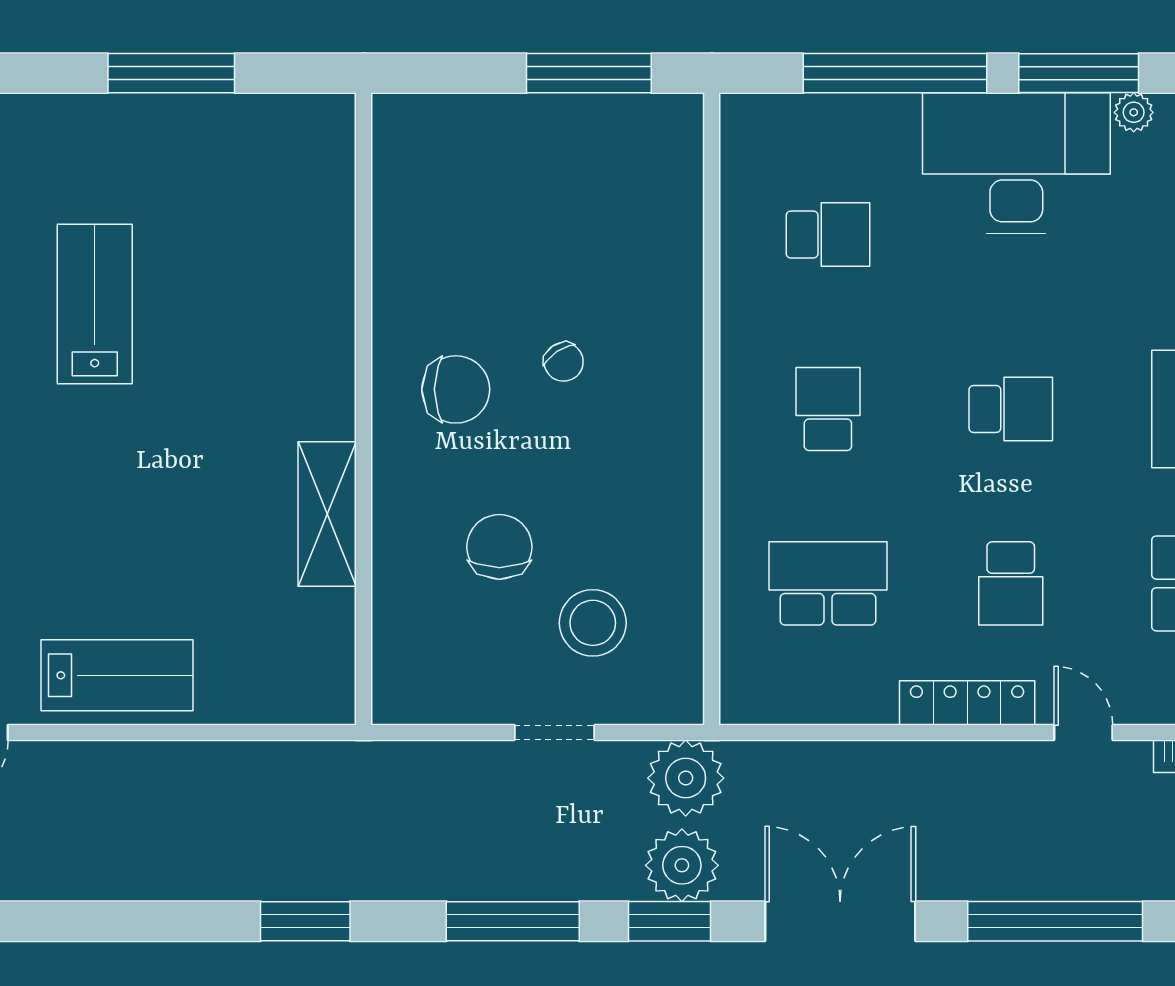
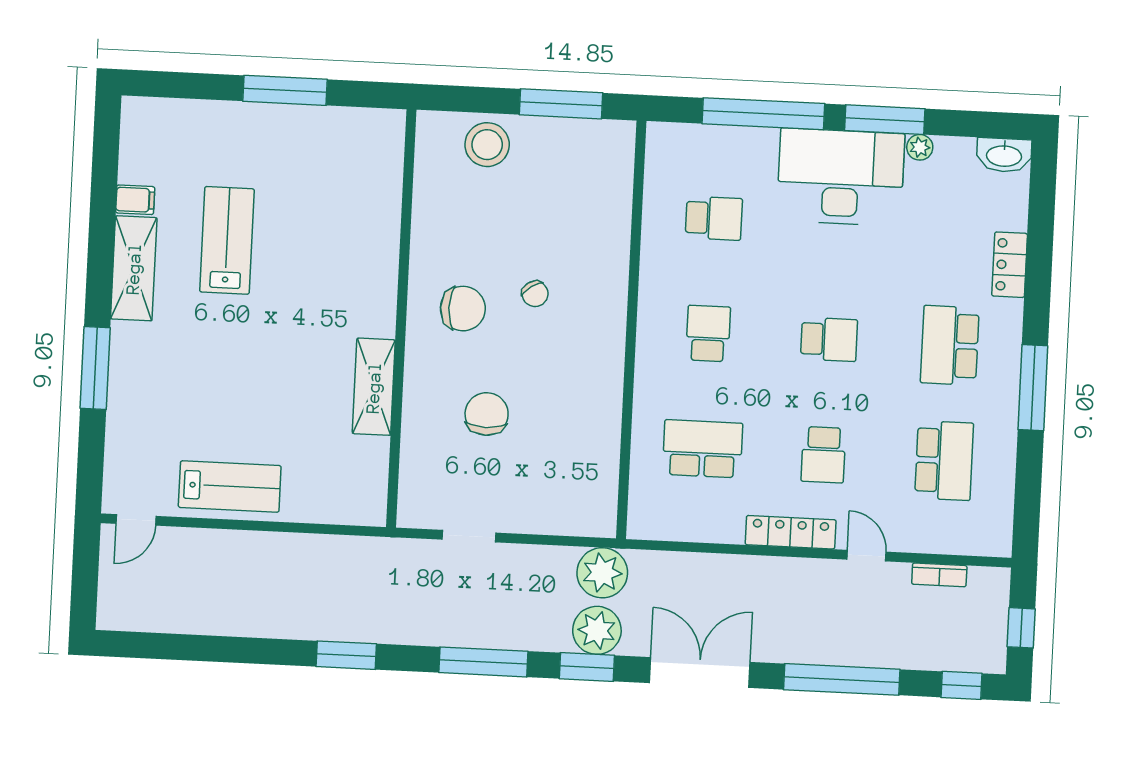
stool: (593, 623) -> (487, 145), moved
doorway: (555, 733) -> (469, 536), moved

